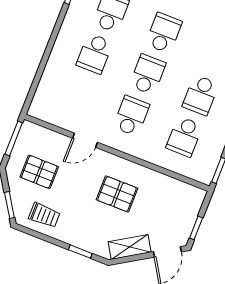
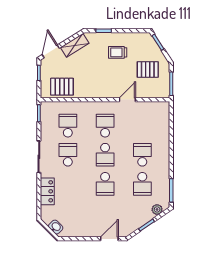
school desk: (131, 116) -> (105, 126), turned 180
pallet: (117, 194) -> (62, 87), moved
trolley: (44, 215) -> (118, 52), moved

